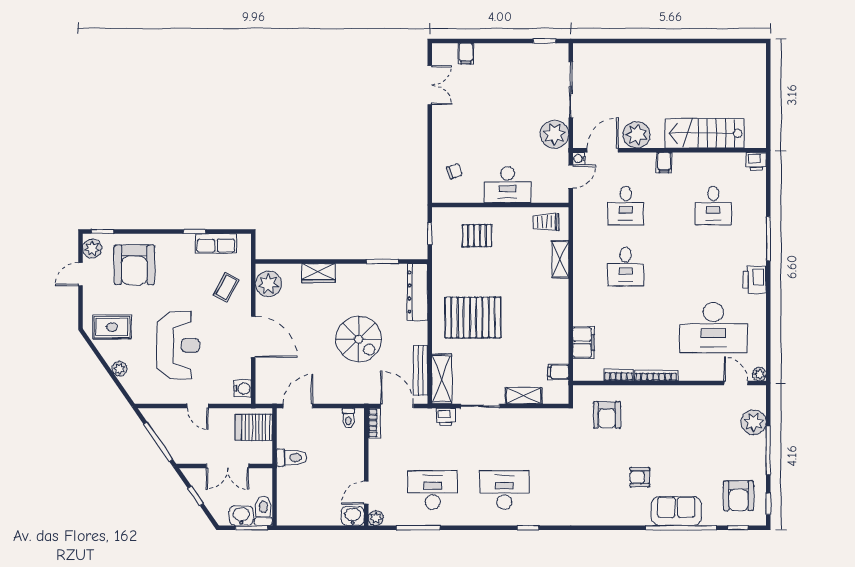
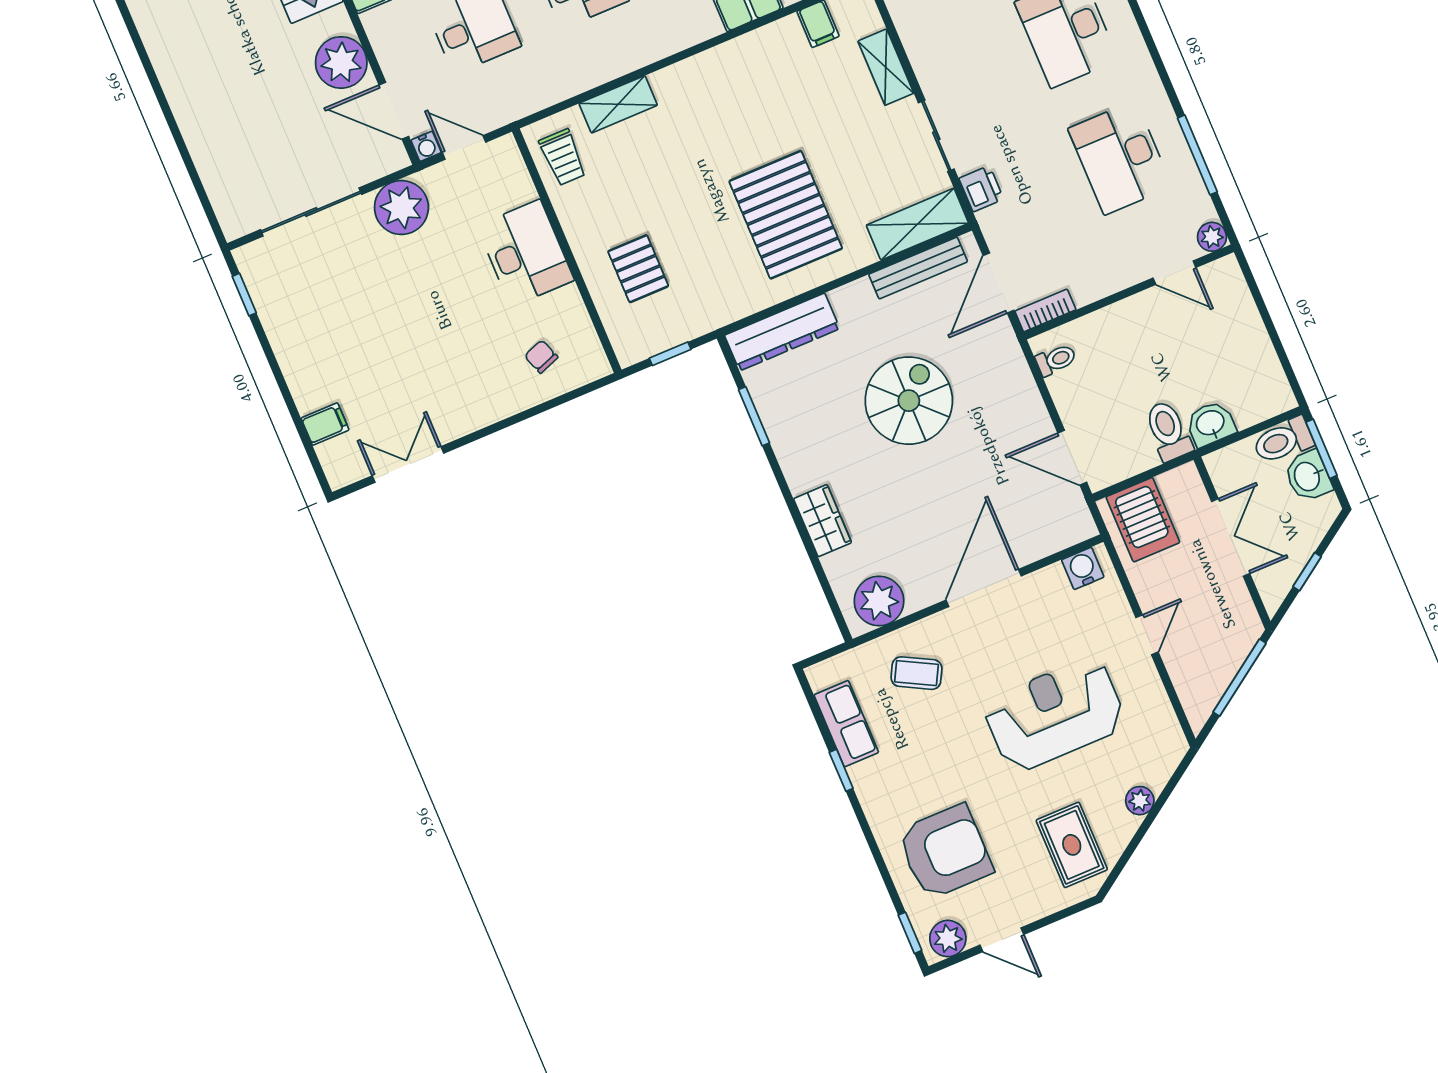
washbasin: (353, 516) -> (1211, 424), moved, turned 90

